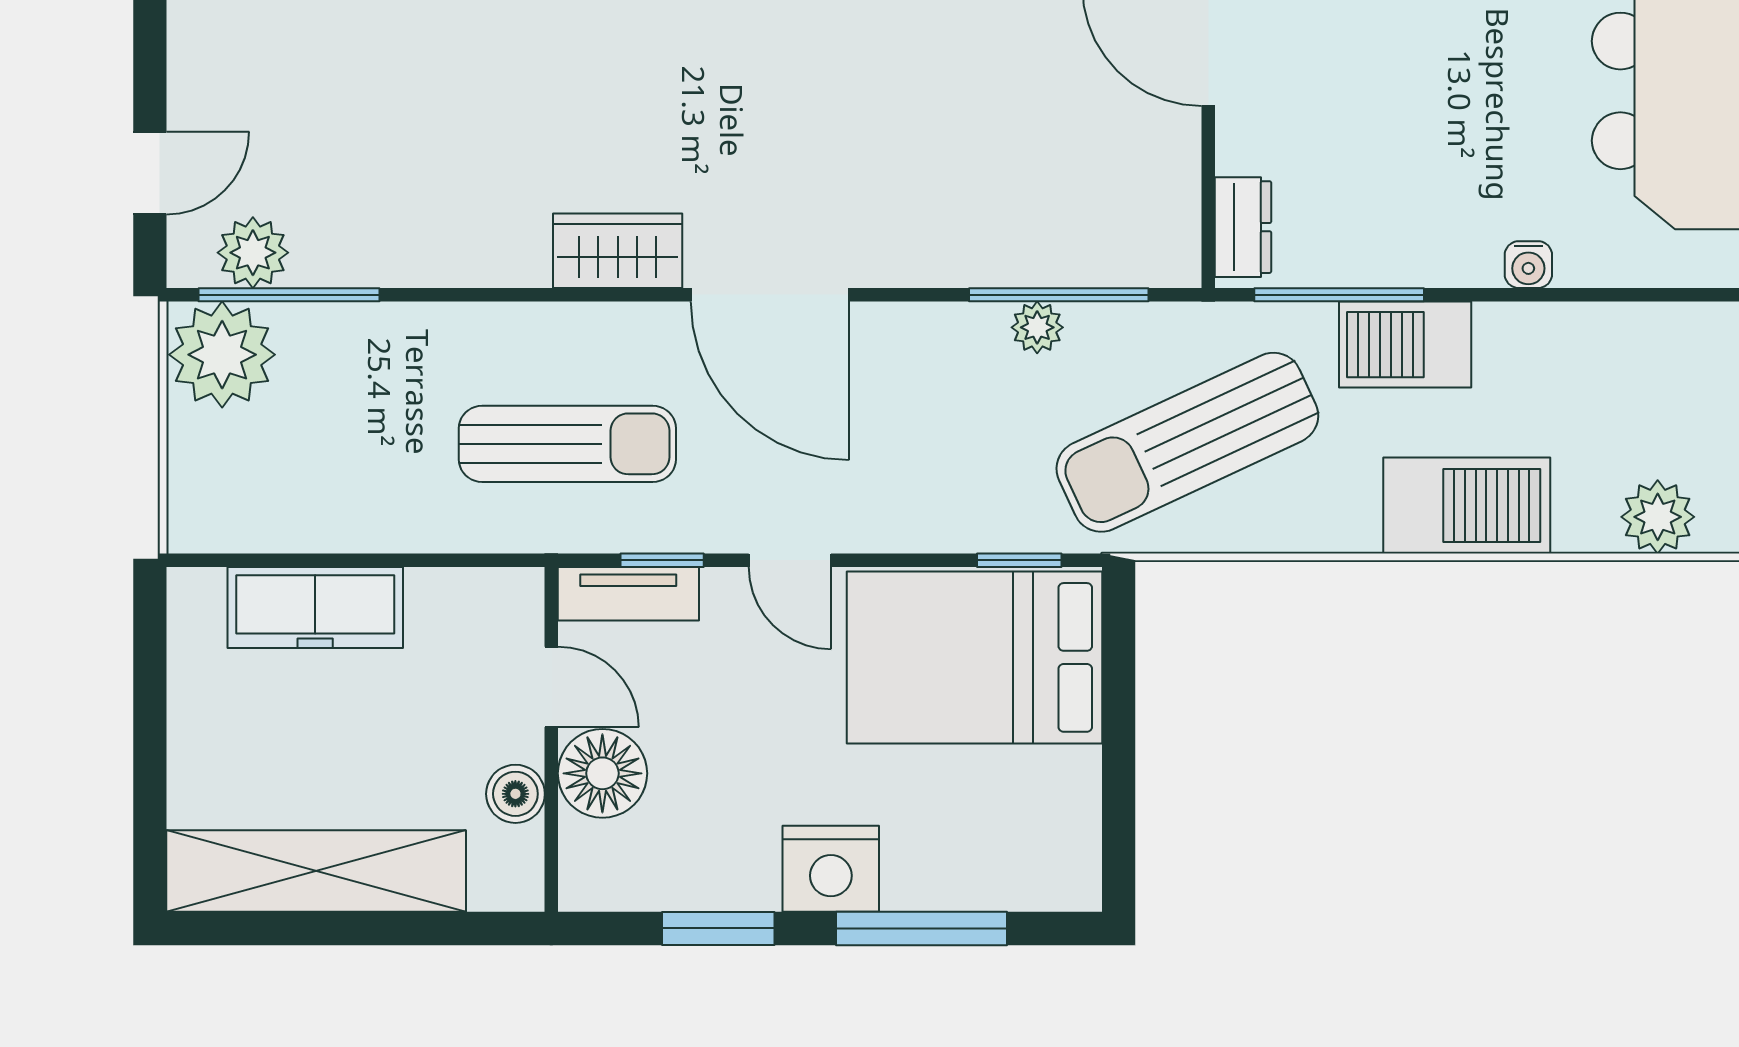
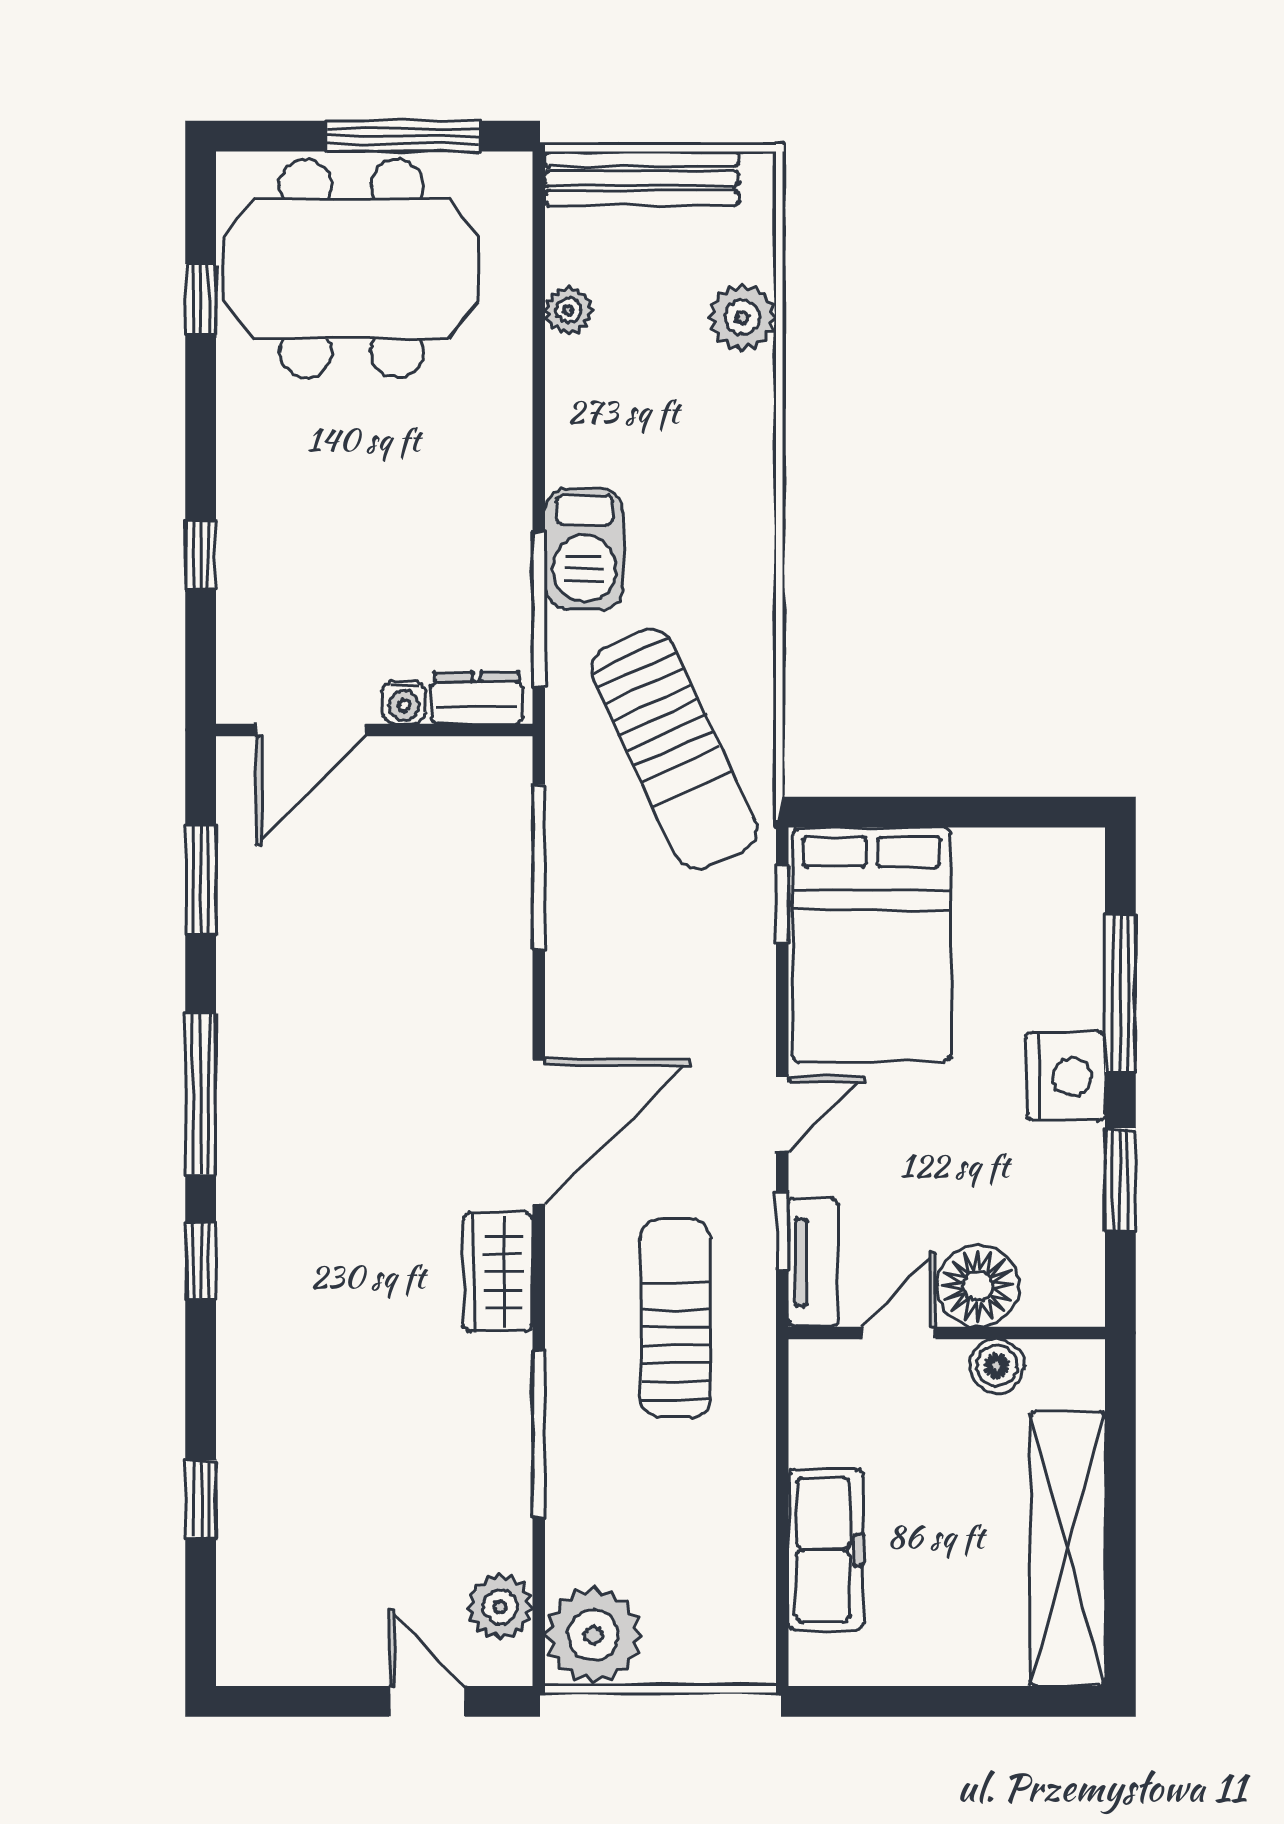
water cooler: (1528, 265) -> (404, 702), moved, turned 90
window: (289, 295) -> (539, 1434), moved
plant: (1037, 327) -> (569, 310), moved
barbecue: (1467, 505) -> (732, 493), removed

